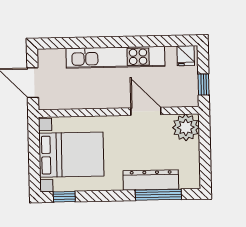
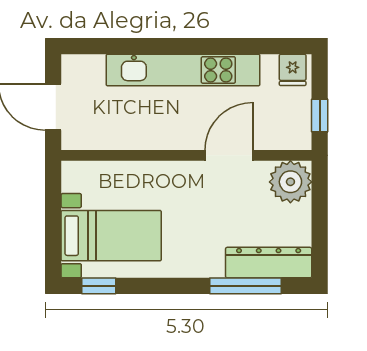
door: (146, 111) -> (229, 155), hinge flipped
bed with nightstands: (71, 155) -> (111, 236), width x0.73
dresser: (151, 180) -> (269, 263), moved

